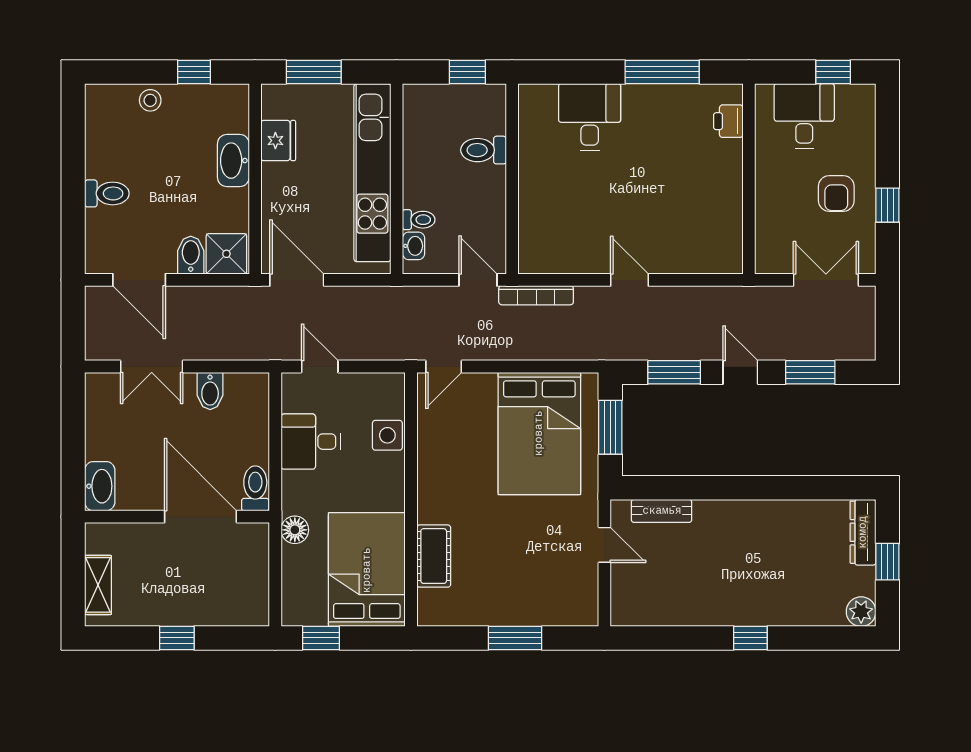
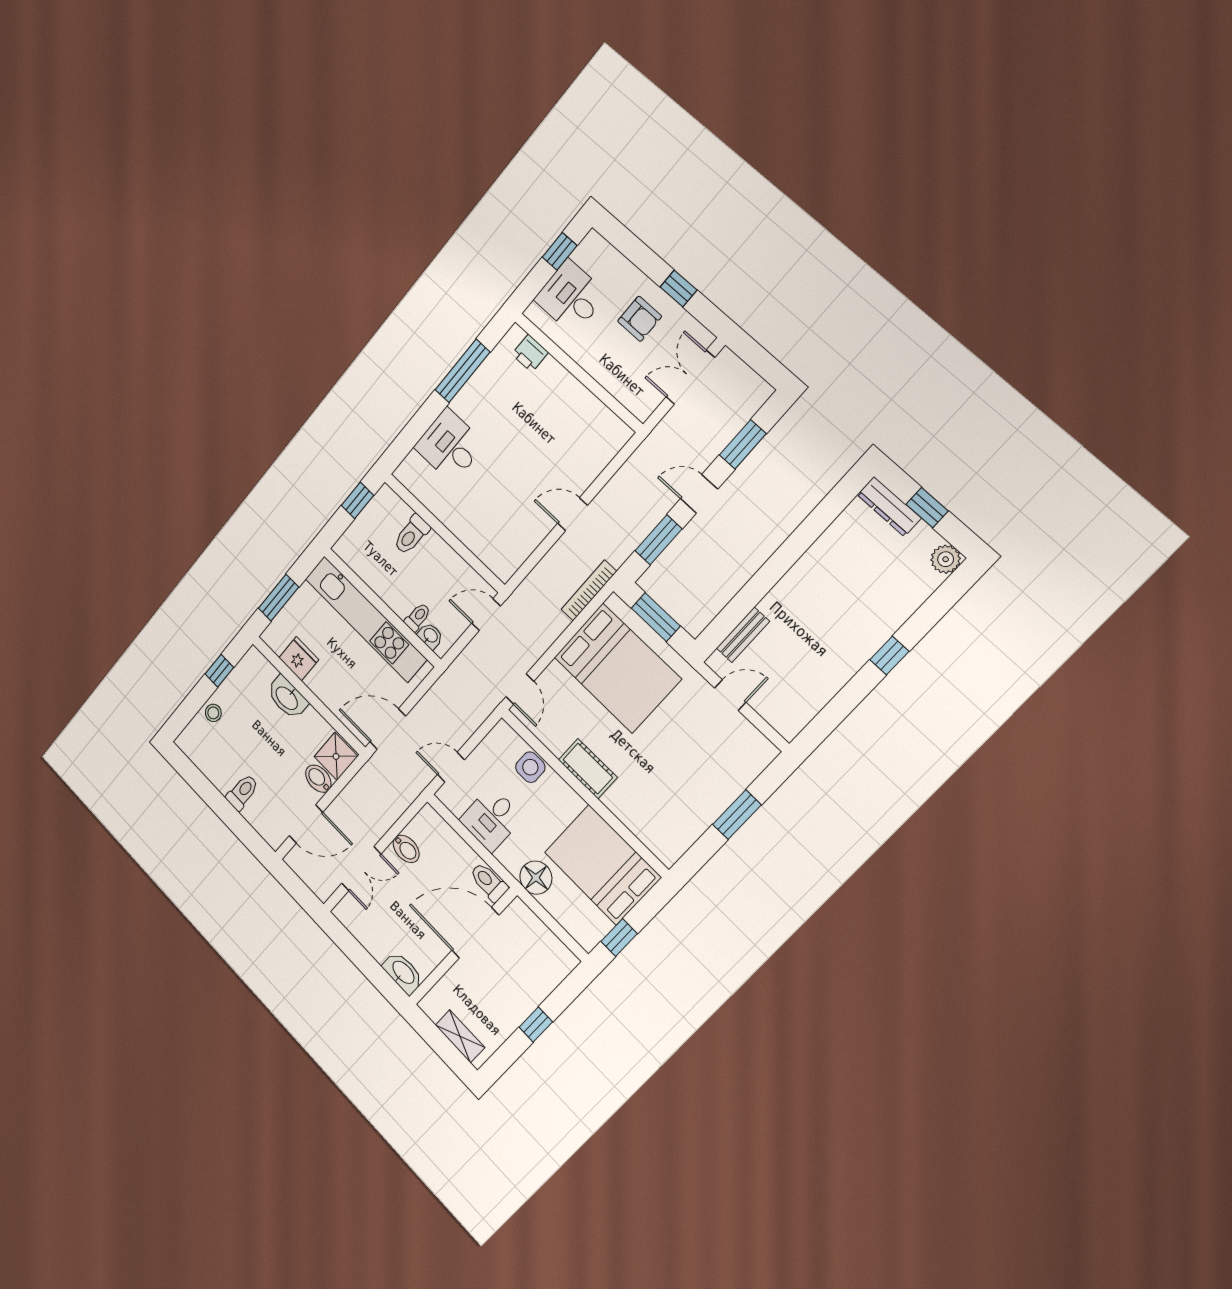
bookcase: (536, 295) -> (589, 590), moved, turned 180
floor lamp: (295, 530) -> (536, 878), width x1.38, depth x1.38
cot: (434, 556) -> (588, 769), moved

